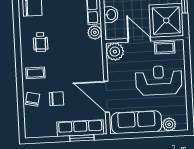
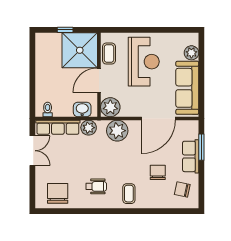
washbasin: (111, 15) -> (82, 109), moved
plant: (93, 59) -> (117, 131), added
reception desk: (159, 80) -> (144, 62), turned 180
chair: (33, 99) -> (182, 189), moved
row of seats: (80, 128) -> (191, 156), width x0.68

